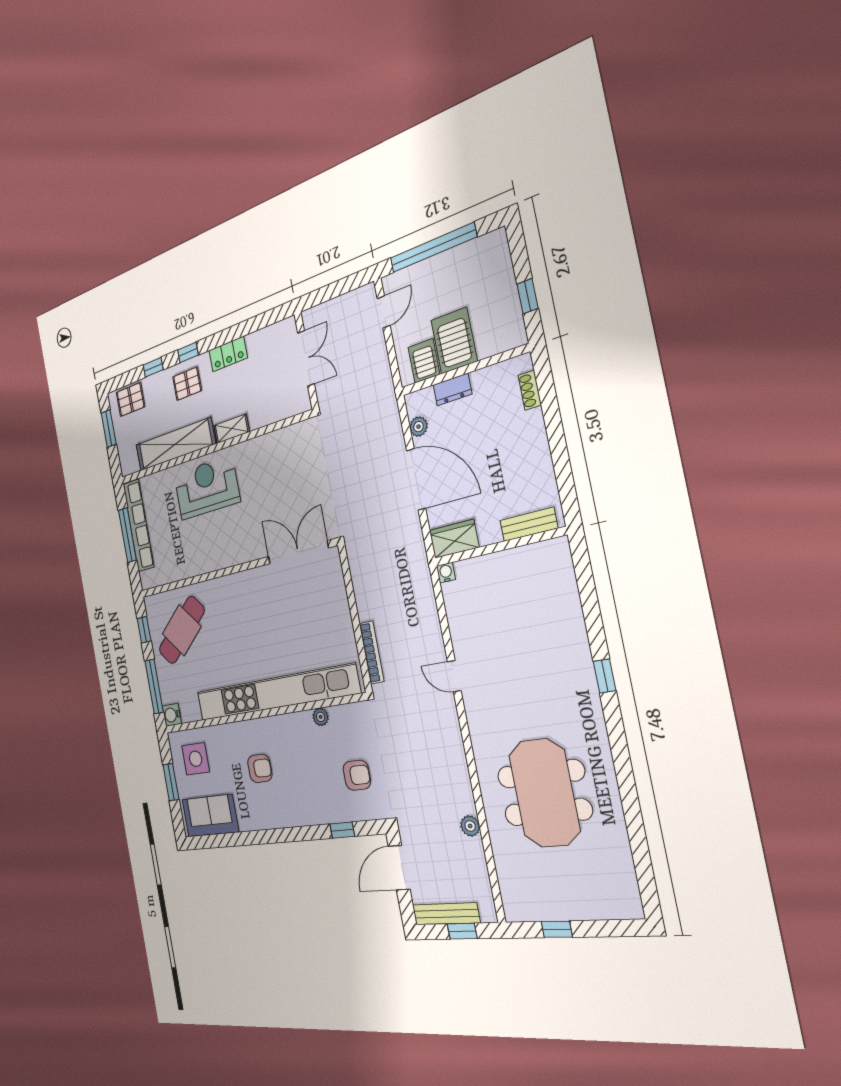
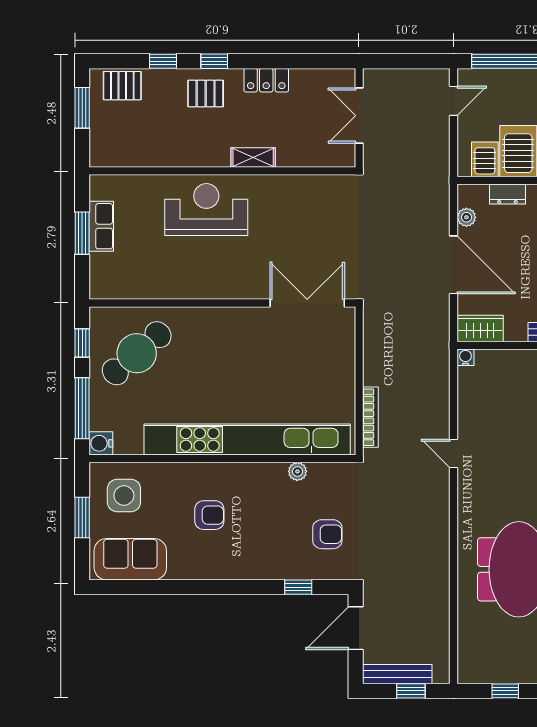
double door: (306, 358) -> (359, 116), swing flipped
shelving: (175, 444) -> (174, 152), removed
row of seats: (139, 525) -> (101, 226), width x0.50
window: (127, 535) -> (82, 233), width x0.69
plant: (470, 826) -> (440, 593), removed

